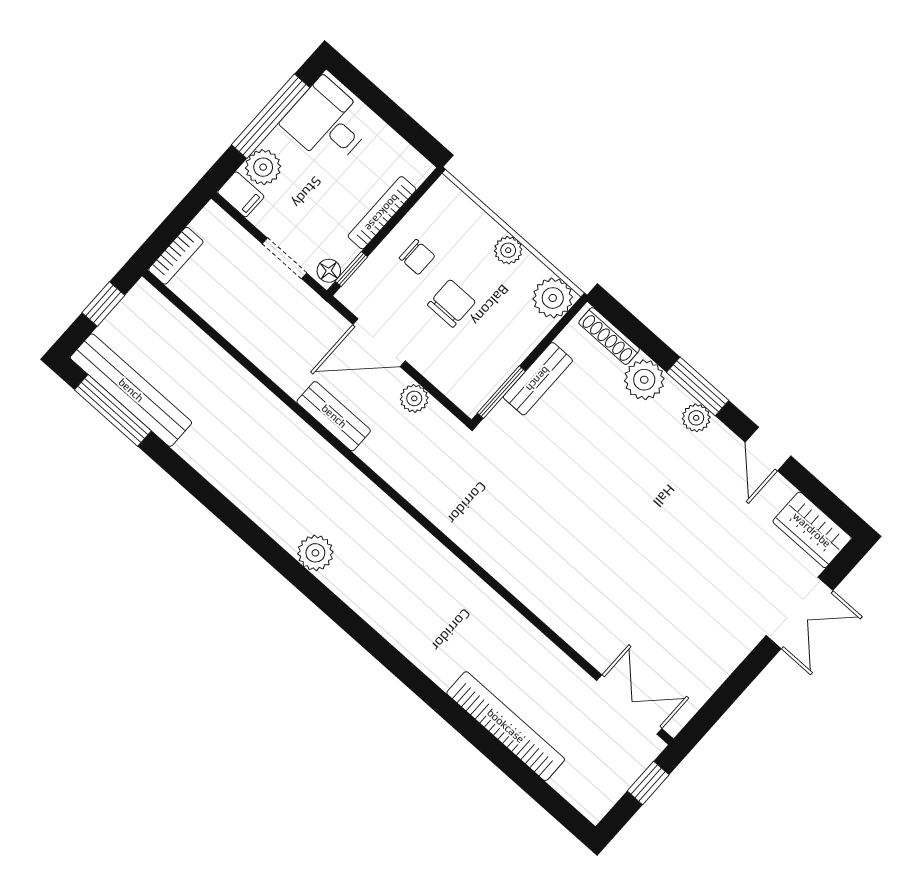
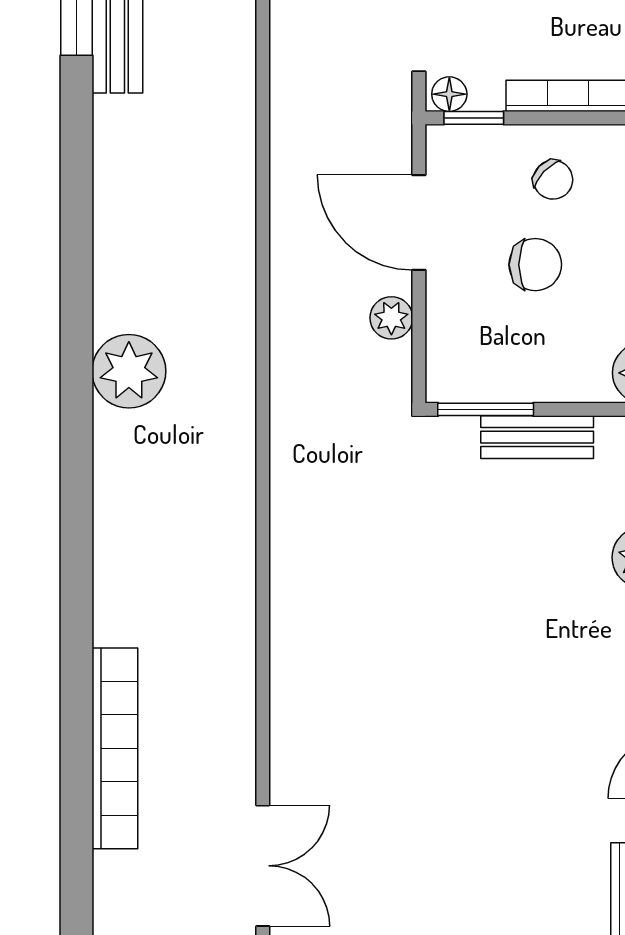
chair: (417, 257) -> (553, 180), turned -46
bench: (334, 416) -> (291, 245), removed
plant: (315, 553) -> (129, 371), width x1.36, depth x1.36

